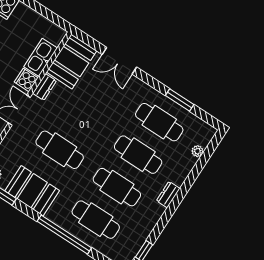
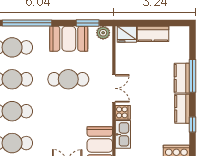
dresser: (45, 87) -> (107, 116), removed

